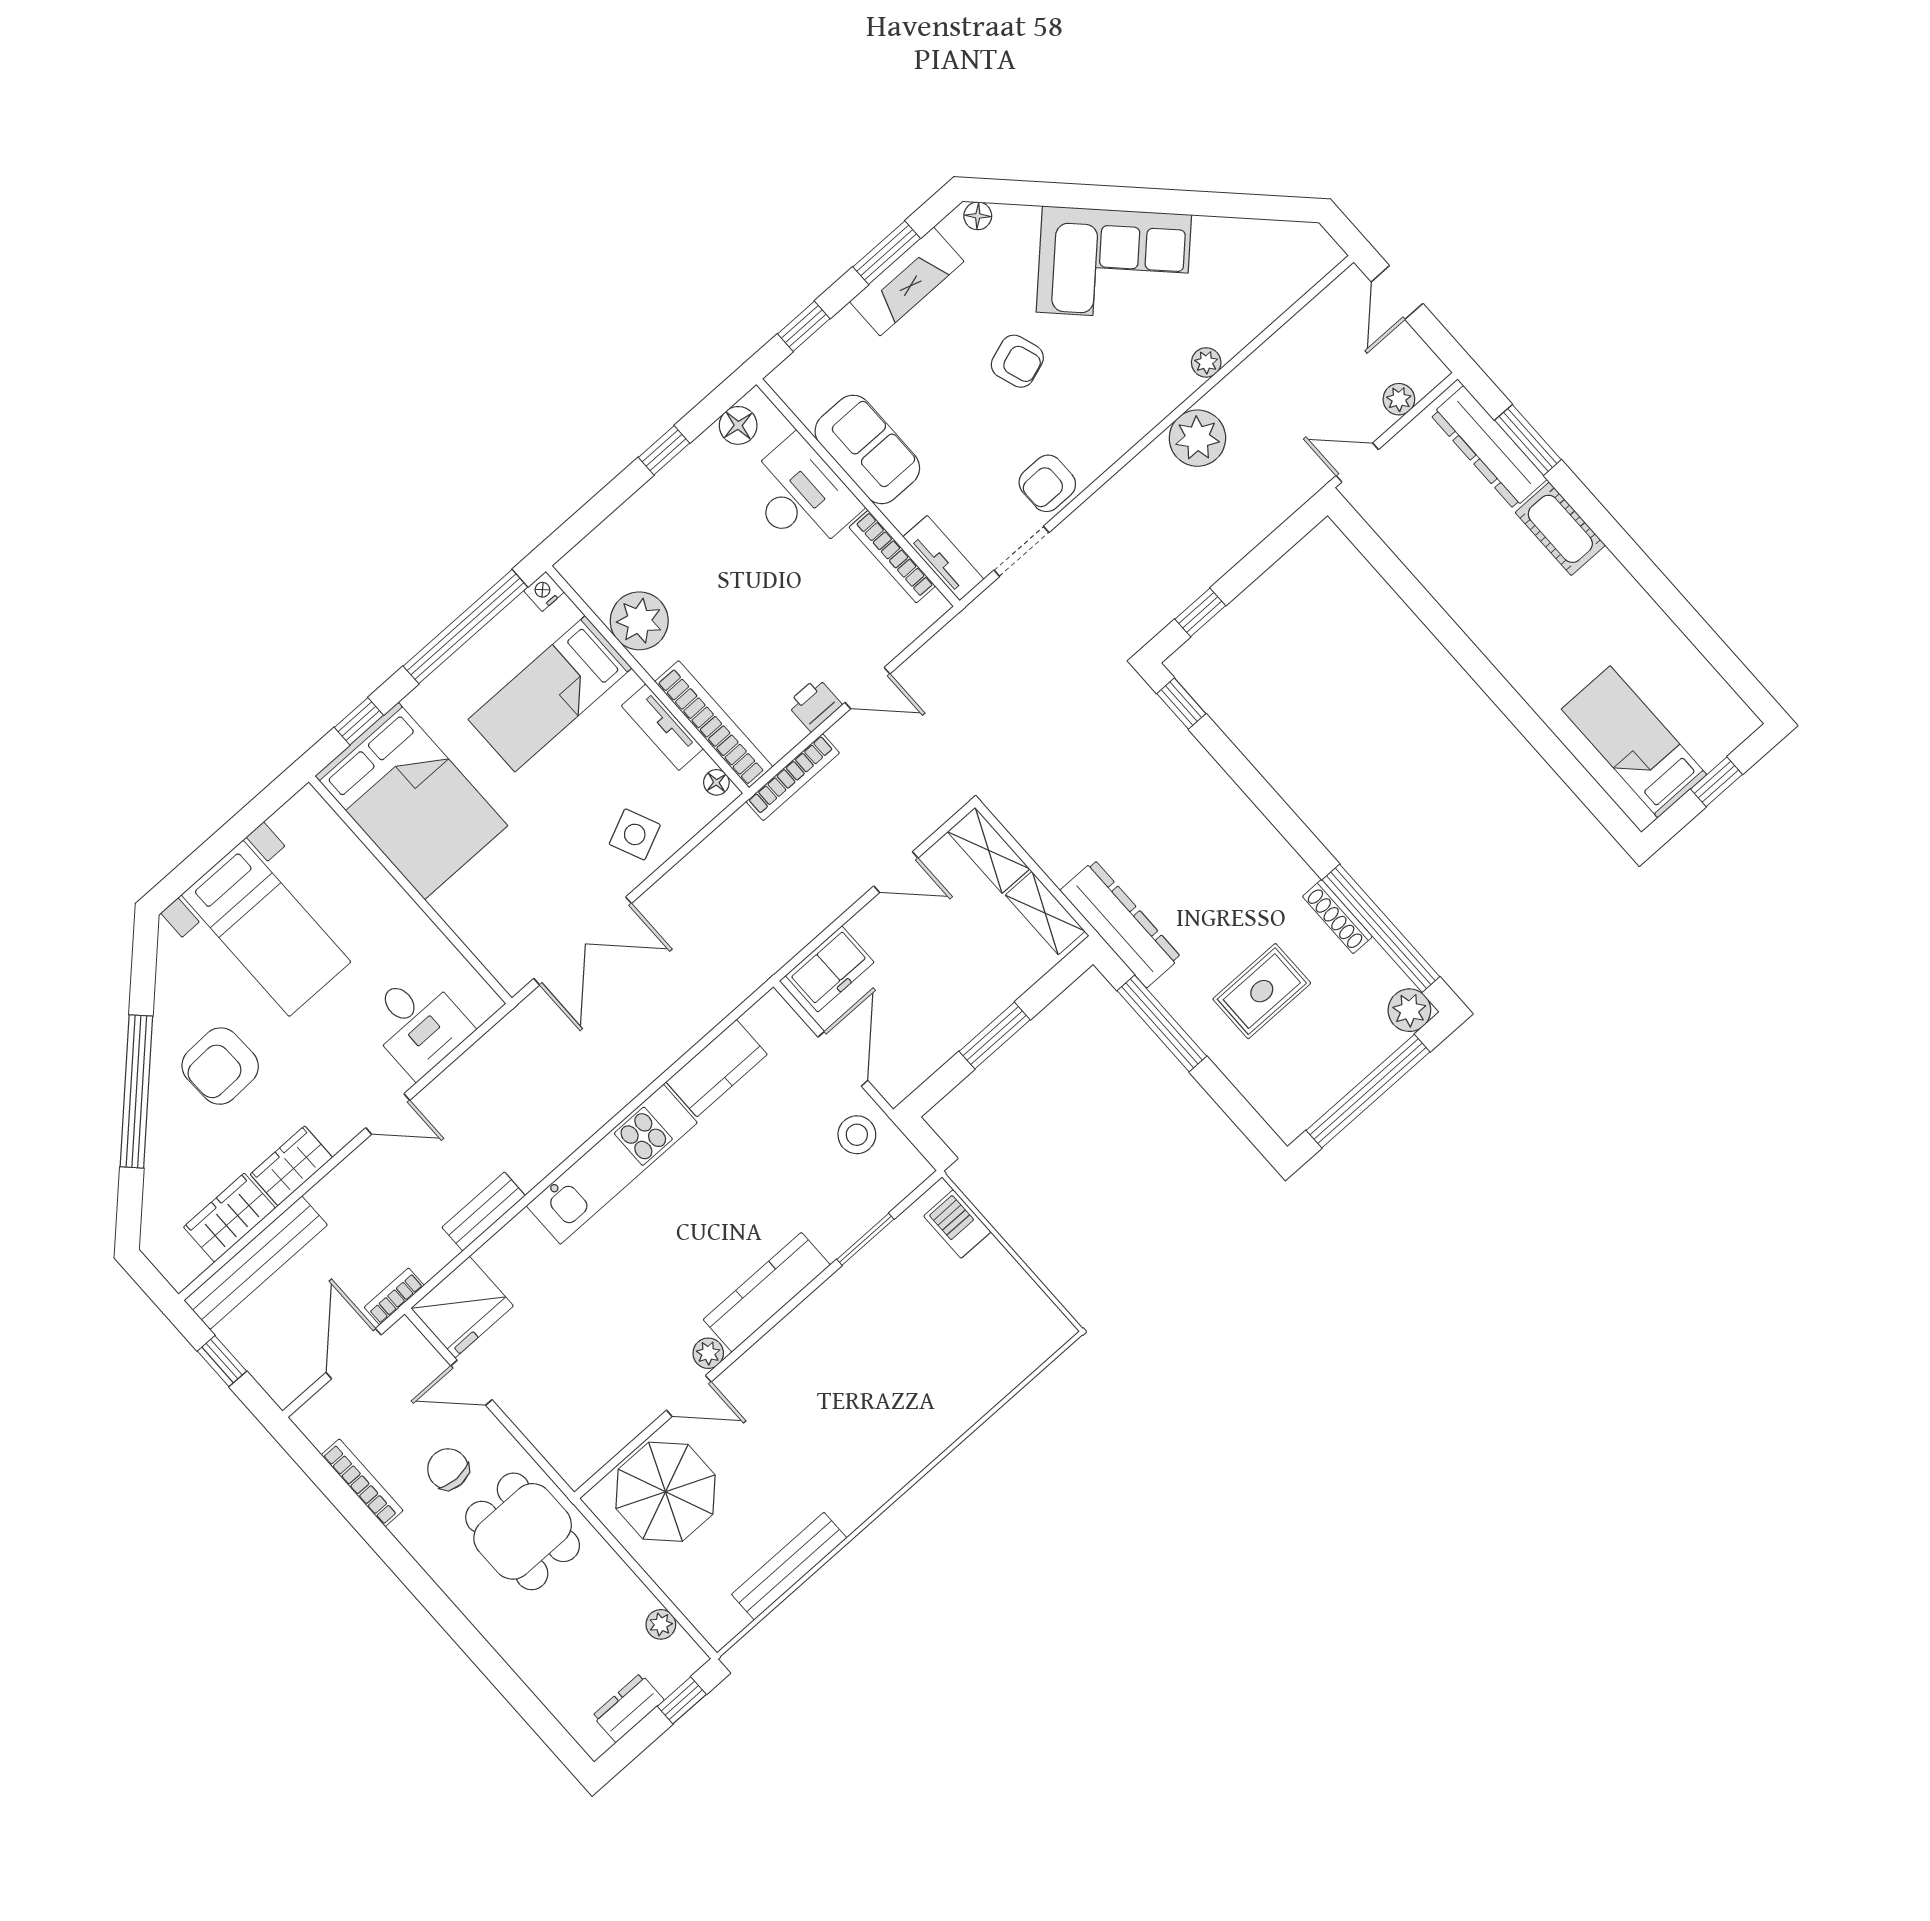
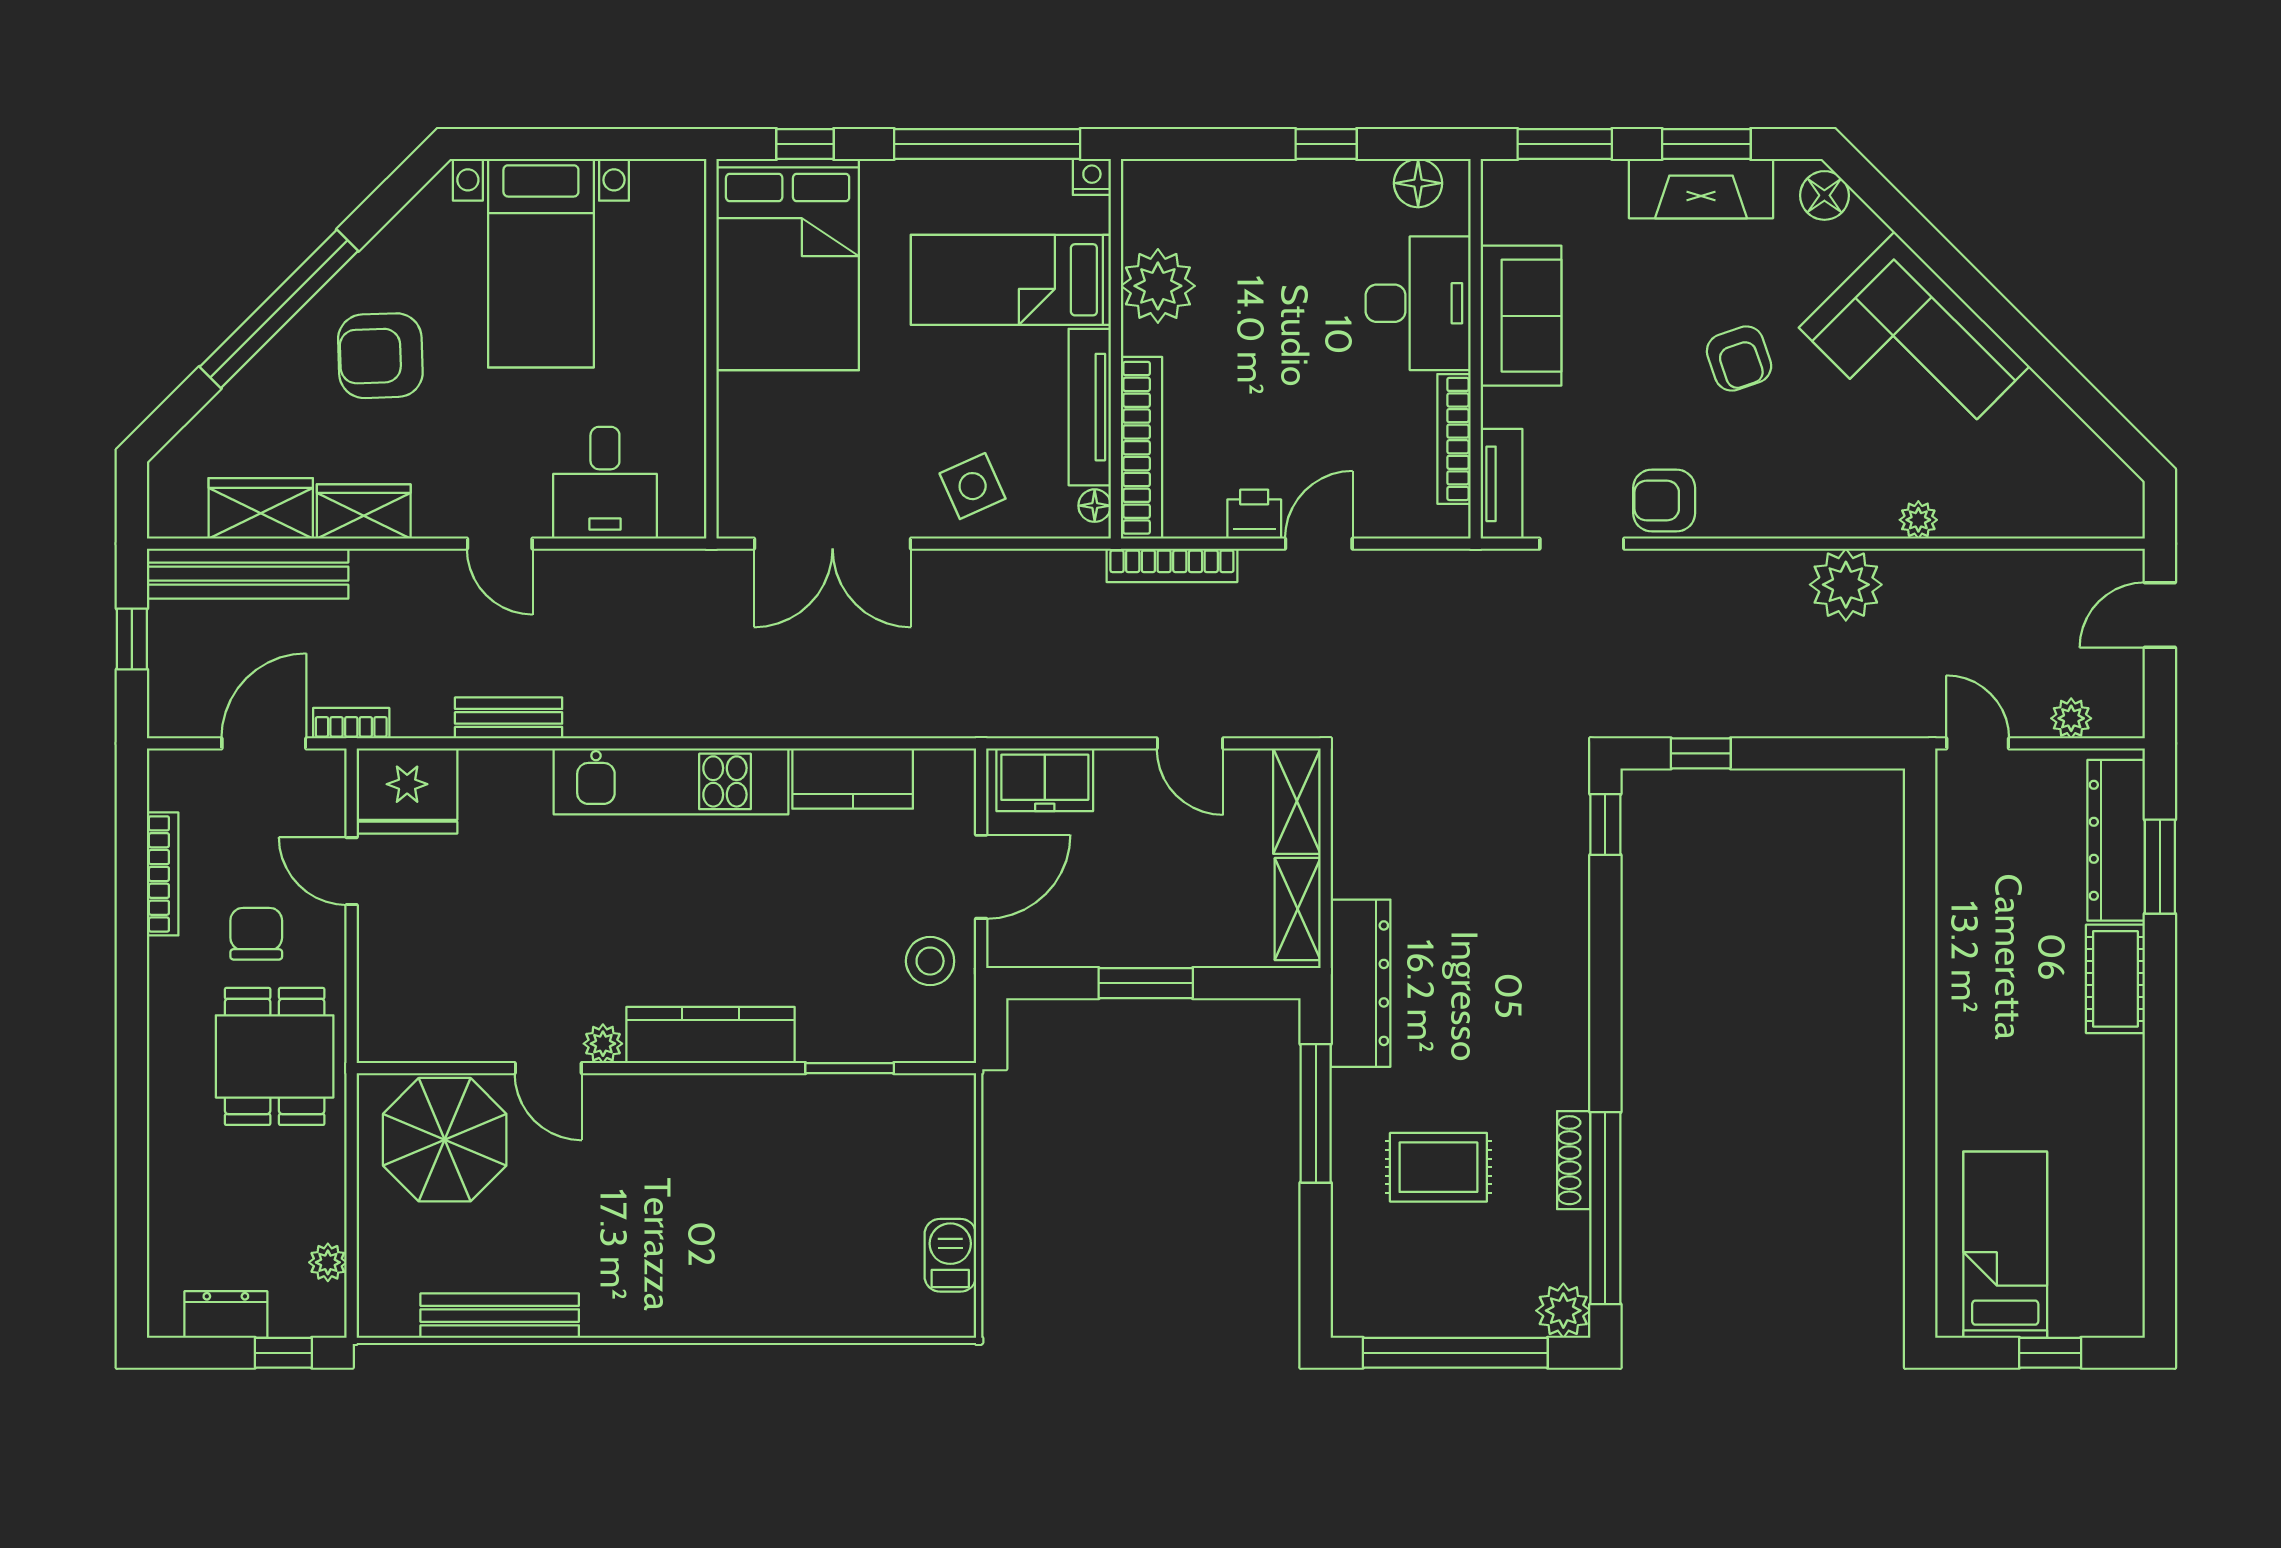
floor lamp: (978, 216) -> (1824, 195), width x1.37, depth x1.37
window: (804, 326) -> (1565, 144), width x1.50
door: (867, 688) -> (1319, 544), swing flipped
tv unit: (662, 727) -> (1090, 407), width x1.41
barbecue: (957, 1224) -> (950, 1255), moved

